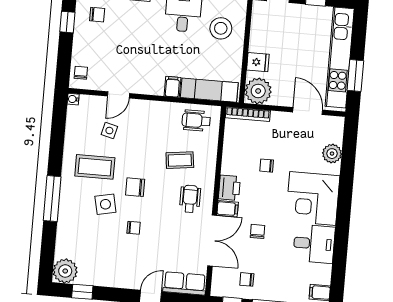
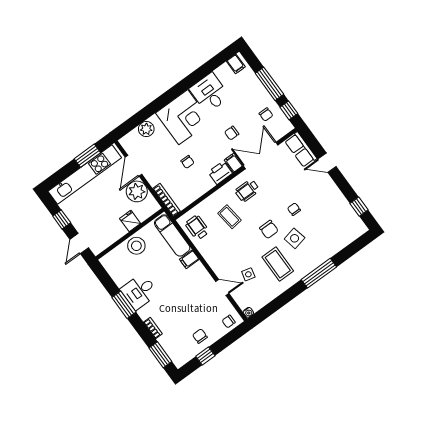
chair: (97, 15) -> (200, 336), moved
stool: (221, 28) -> (136, 246), moved
plant: (258, 91) -> (137, 191), moved
wheelchair: (196, 121) -> (197, 228), turned 180
plant: (65, 271) -> (355, 228), removed

